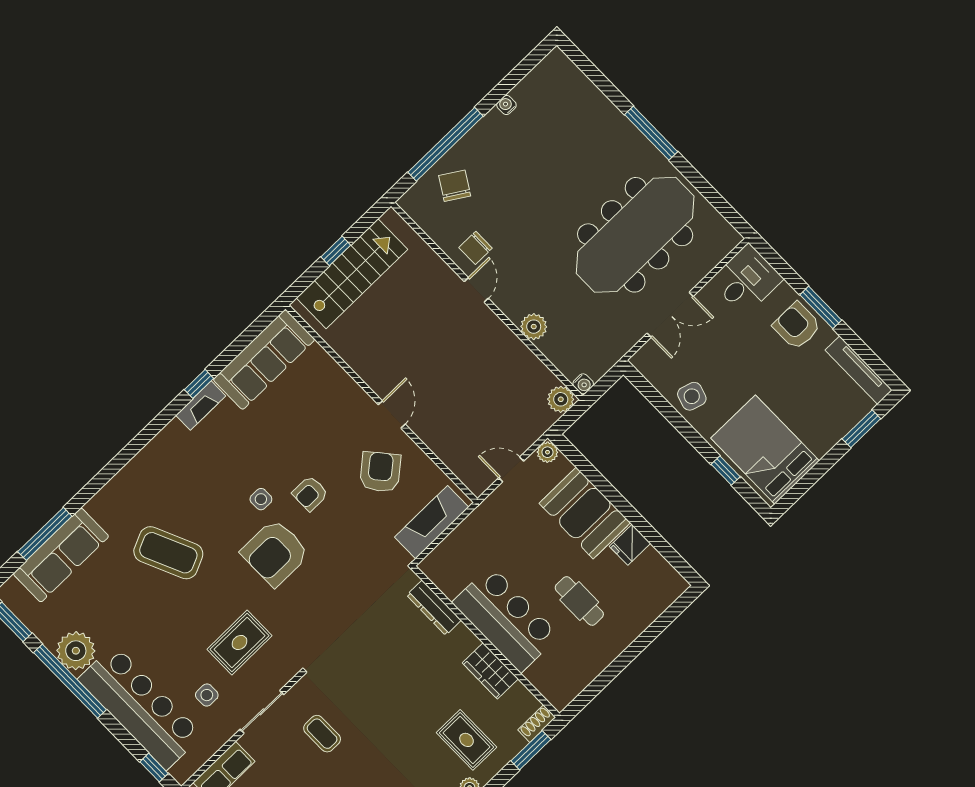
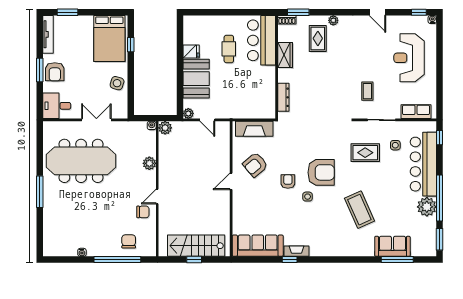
chair: (455, 186) -> (129, 241), turned 148
armchair: (310, 493) -> (288, 181), turned -90
sofa: (61, 555) -> (392, 246), width x0.73
bar counter: (506, 619) -> (262, 40), moved

